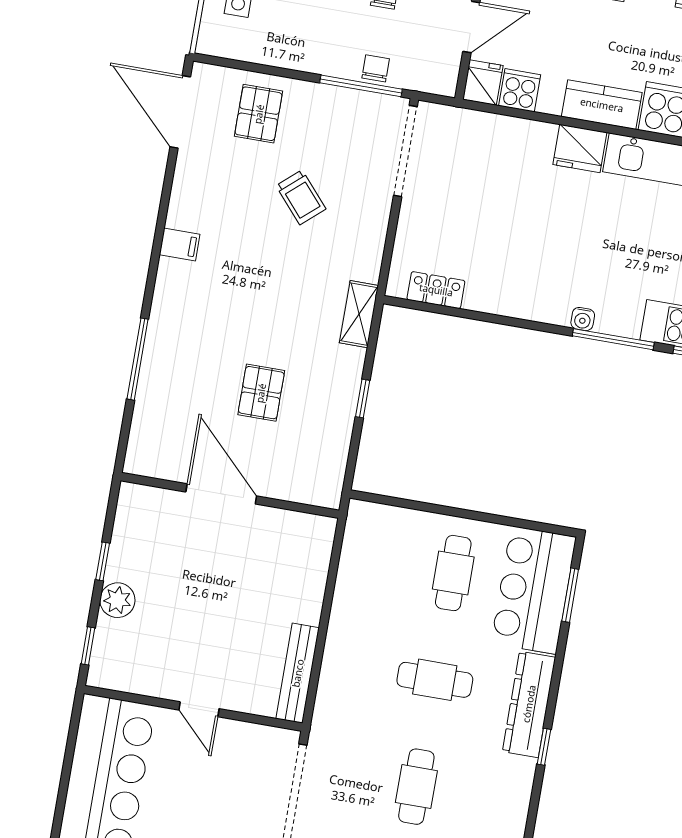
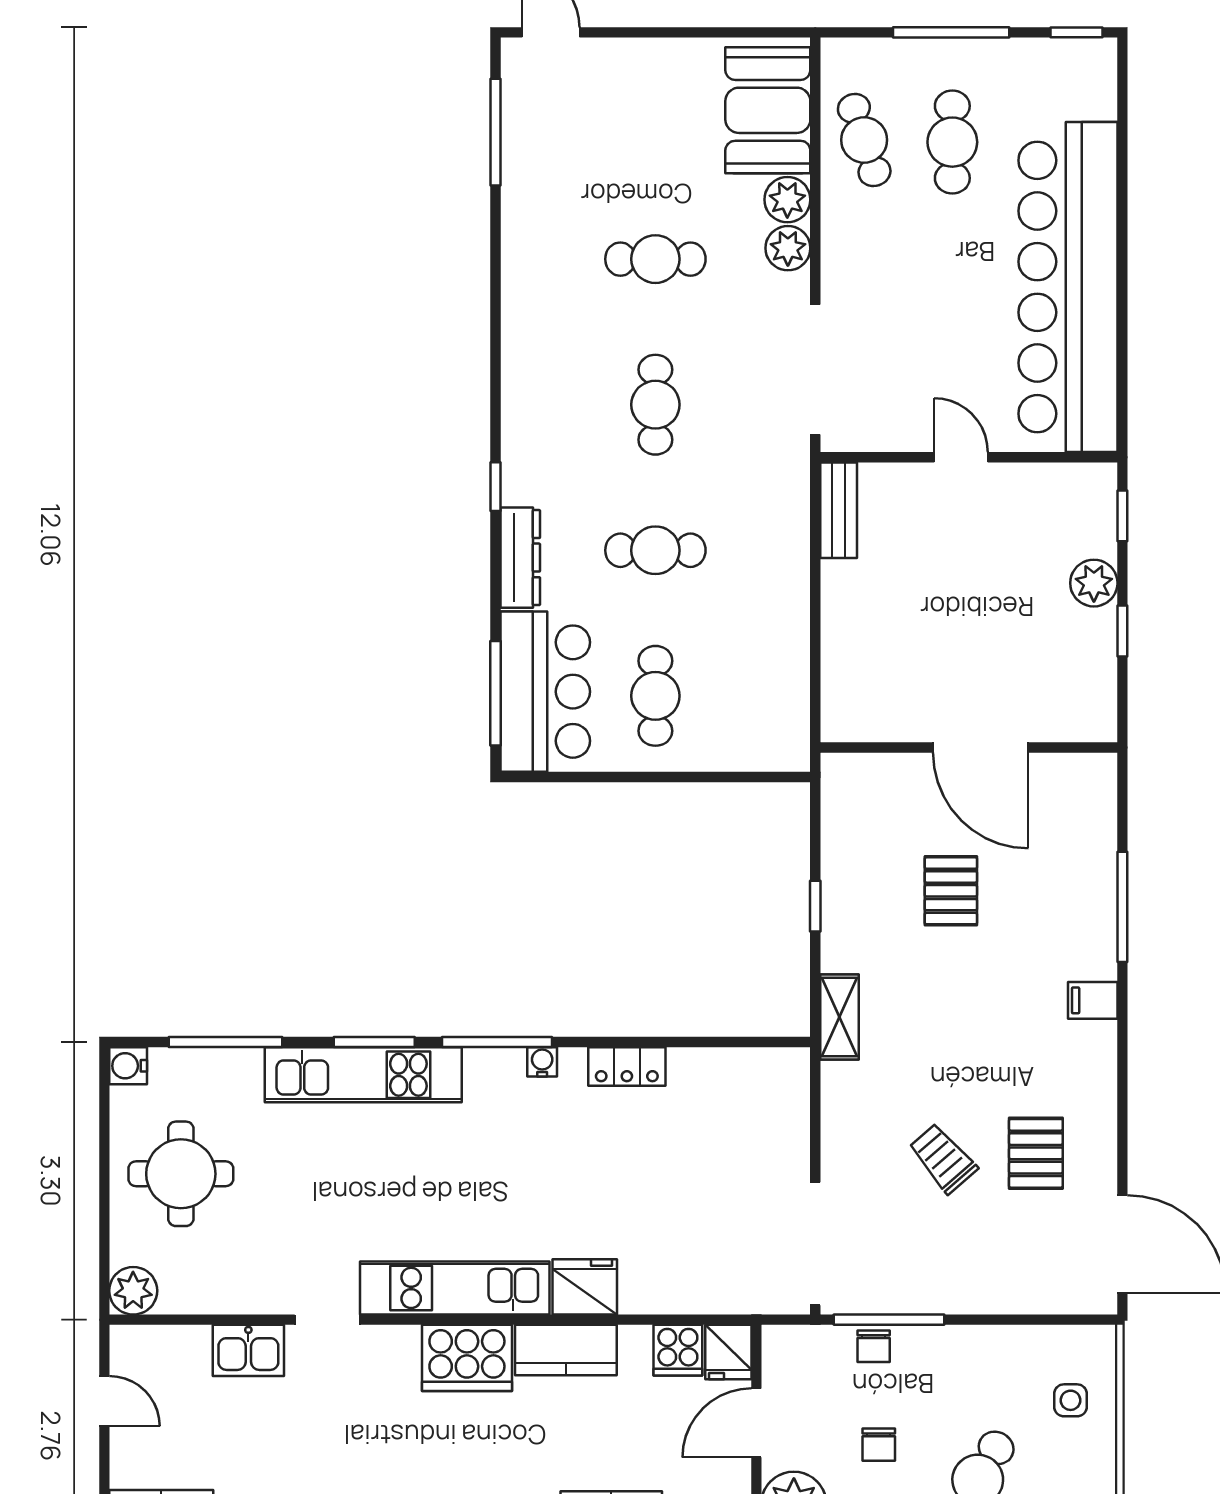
pallet: (259, 114) -> (1036, 1153), moved
filing cabinet: (180, 245) -> (1093, 1000), moved
locker: (436, 290) -> (627, 1066), moved
window: (570, 595) -> (496, 693), width x1.44
bench: (298, 673) -> (839, 510), width x0.73
dresser: (529, 704) -> (520, 558), width x0.73, depth x0.80

